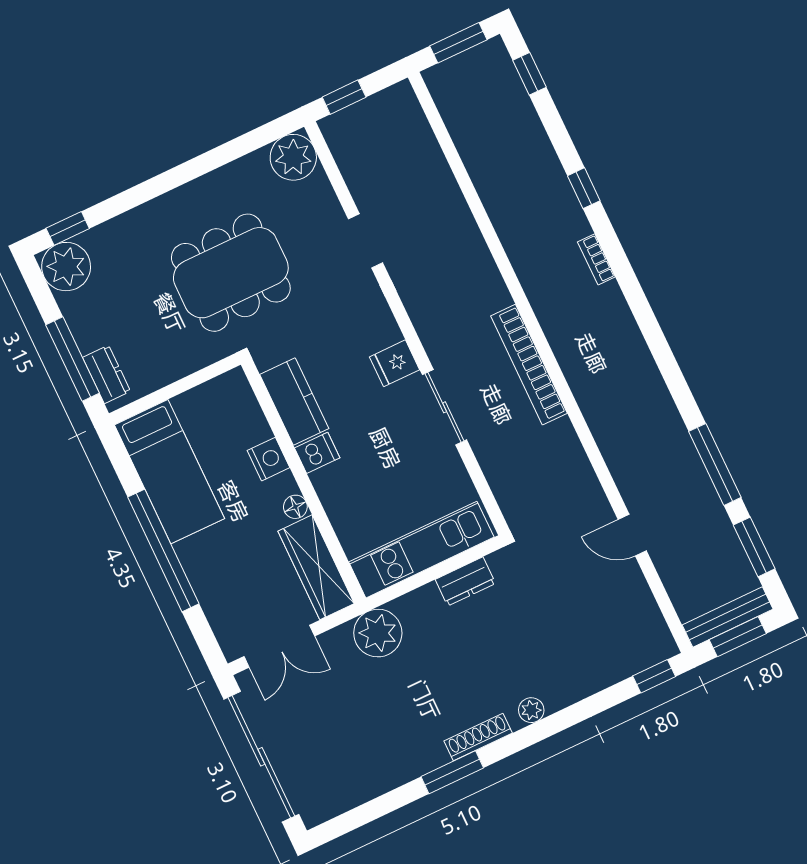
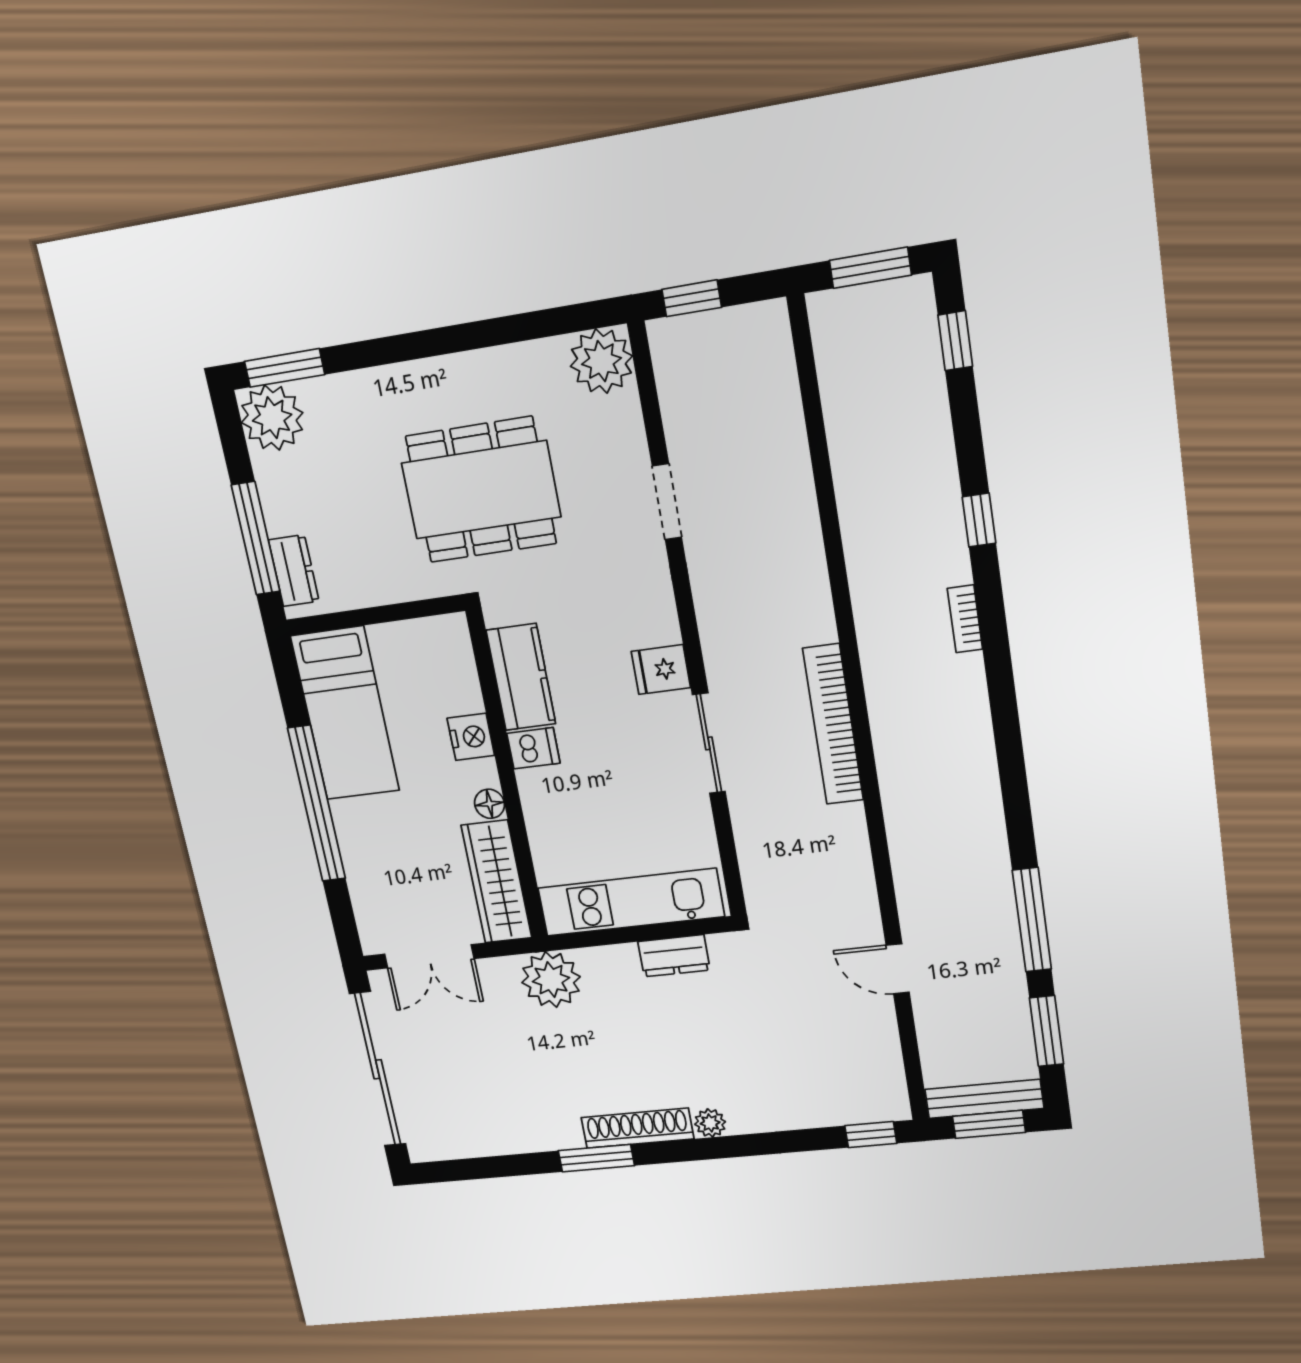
window: (68, 228) -> (285, 368), width x1.50
shoe rack: (478, 737) -> (637, 1128), width x1.36, depth x1.24

